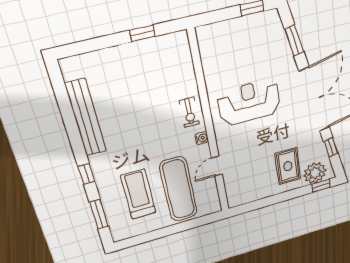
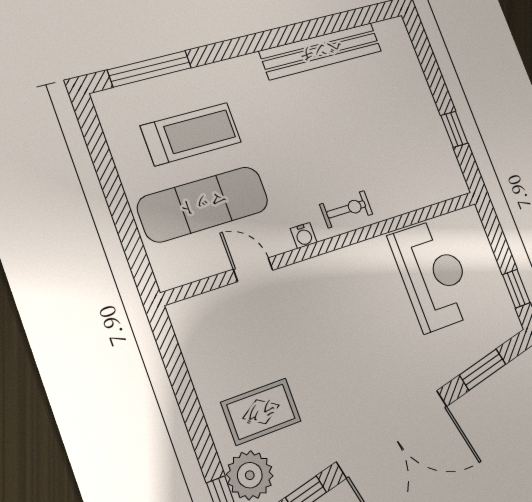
reception desk: (249, 102) -> (433, 275), moved
exercise bike: (189, 112) -> (346, 209), turned 180
window: (86, 174) -> (226, 50), removed
window: (99, 214) -> (150, 69), width x1.44

